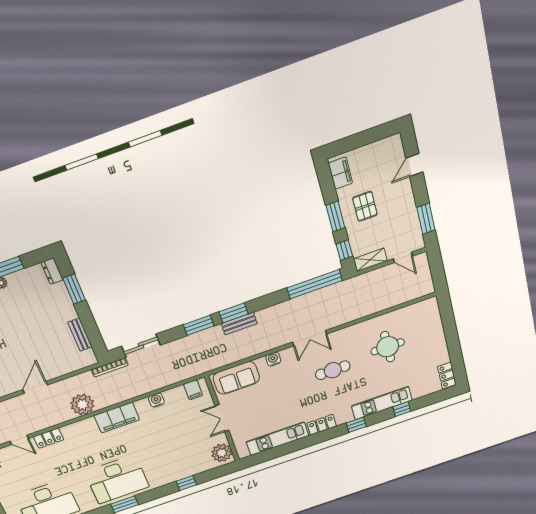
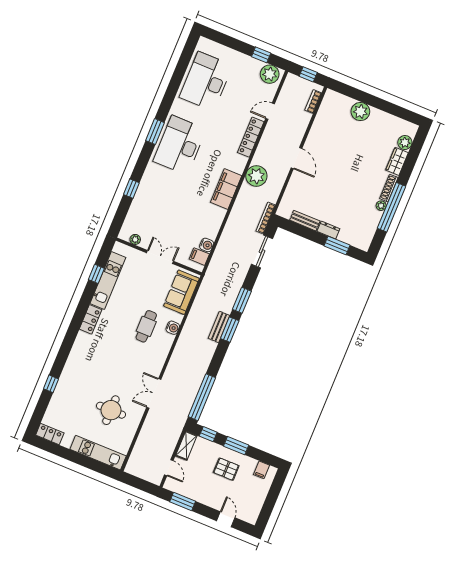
filing cabinet: (340, 173) -> (261, 470), width x0.50
door: (403, 257) -> (169, 468), swing flipped
dresser: (52, 271) -> (328, 230), moved
double door: (310, 338) -> (154, 393), moved
cafe table: (333, 370) -> (146, 326), moved
water cooler: (156, 400) -> (207, 245), moved
kitchen unit: (382, 403) -> (98, 453), moved, turned -90
window: (356, 425) -> (96, 274), moved
locker: (49, 438) -> (251, 137), width x1.53
plant: (222, 453) -> (135, 239), width x0.53, depth x0.53

